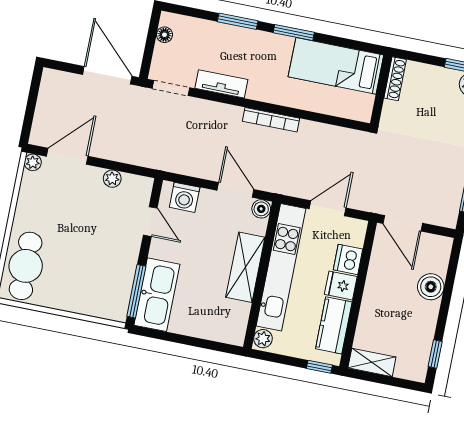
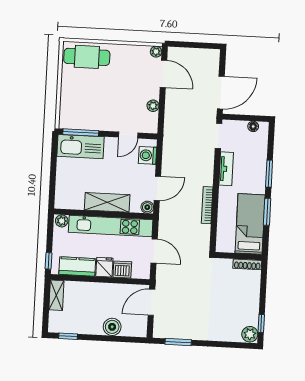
bed: (336, 66) -> (250, 224), moved
shoe rack: (395, 79) -> (247, 264), moved
wall: (381, 90) -> (239, 256), moved

